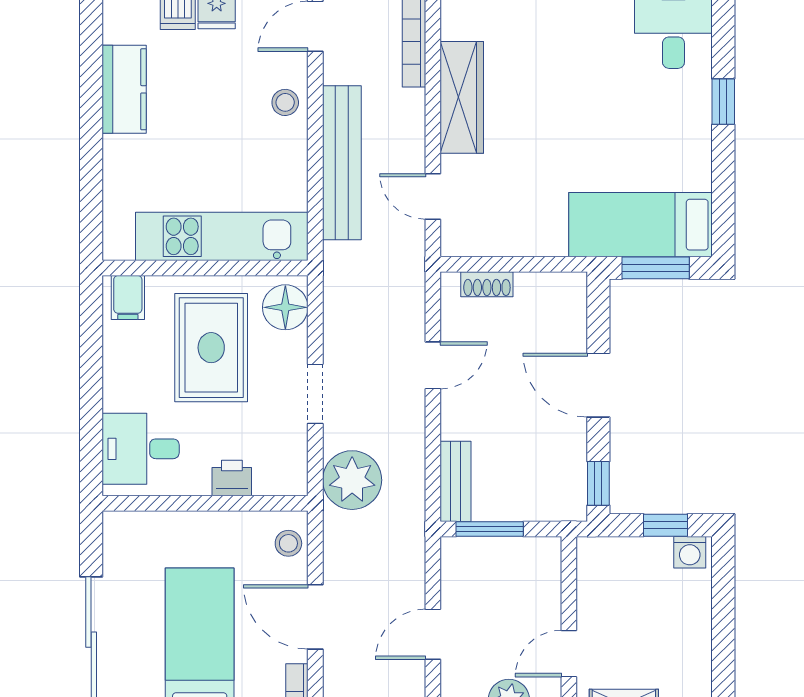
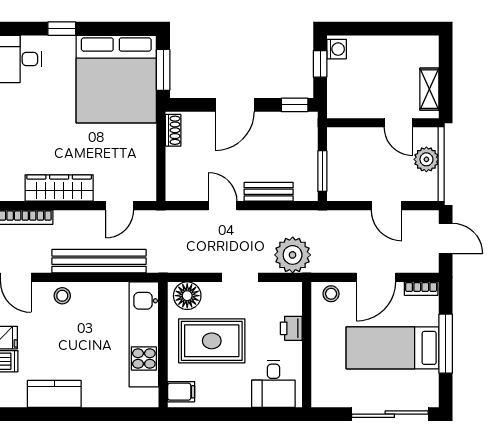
bed: (641, 225) -> (116, 79), width x2.04
shoe rack: (487, 284) -> (173, 130), moved
bench: (456, 481) -> (269, 192), moved

